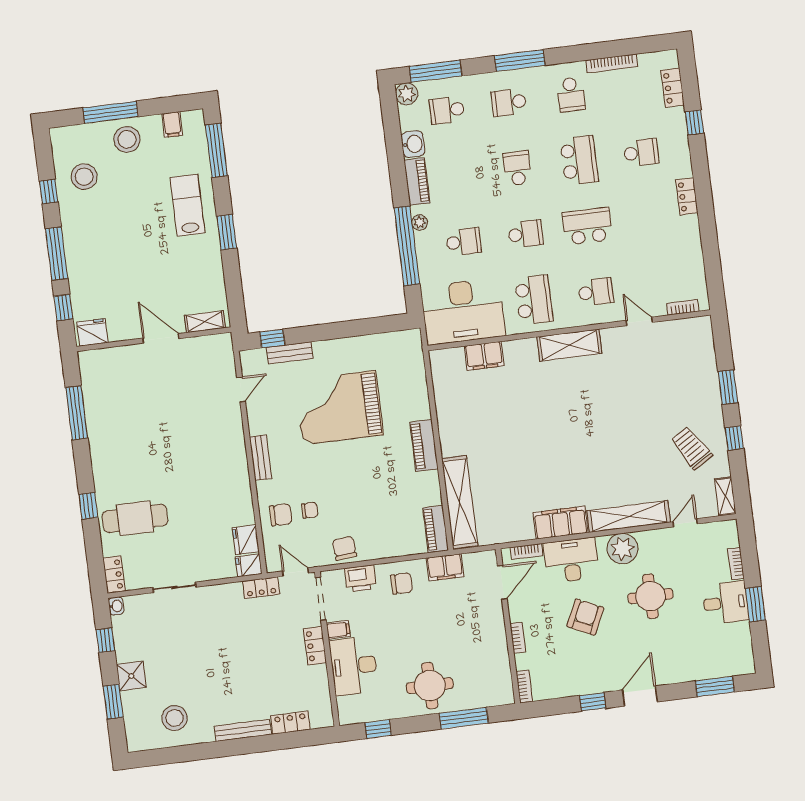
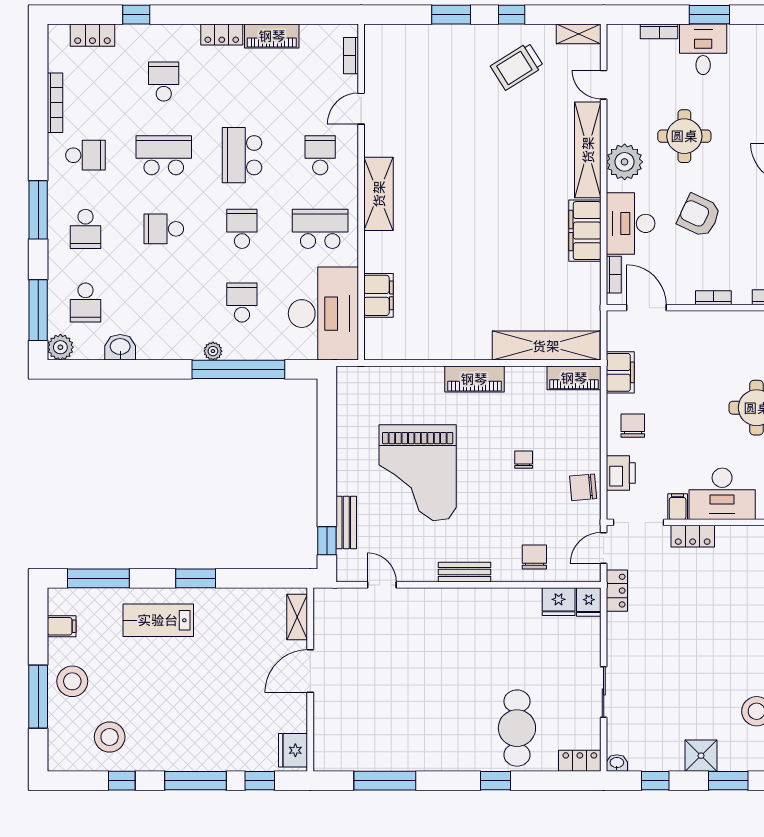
piano: (417, 181) -> (272, 36), moved, turned 180
chair: (310, 510) -> (524, 460), moved

